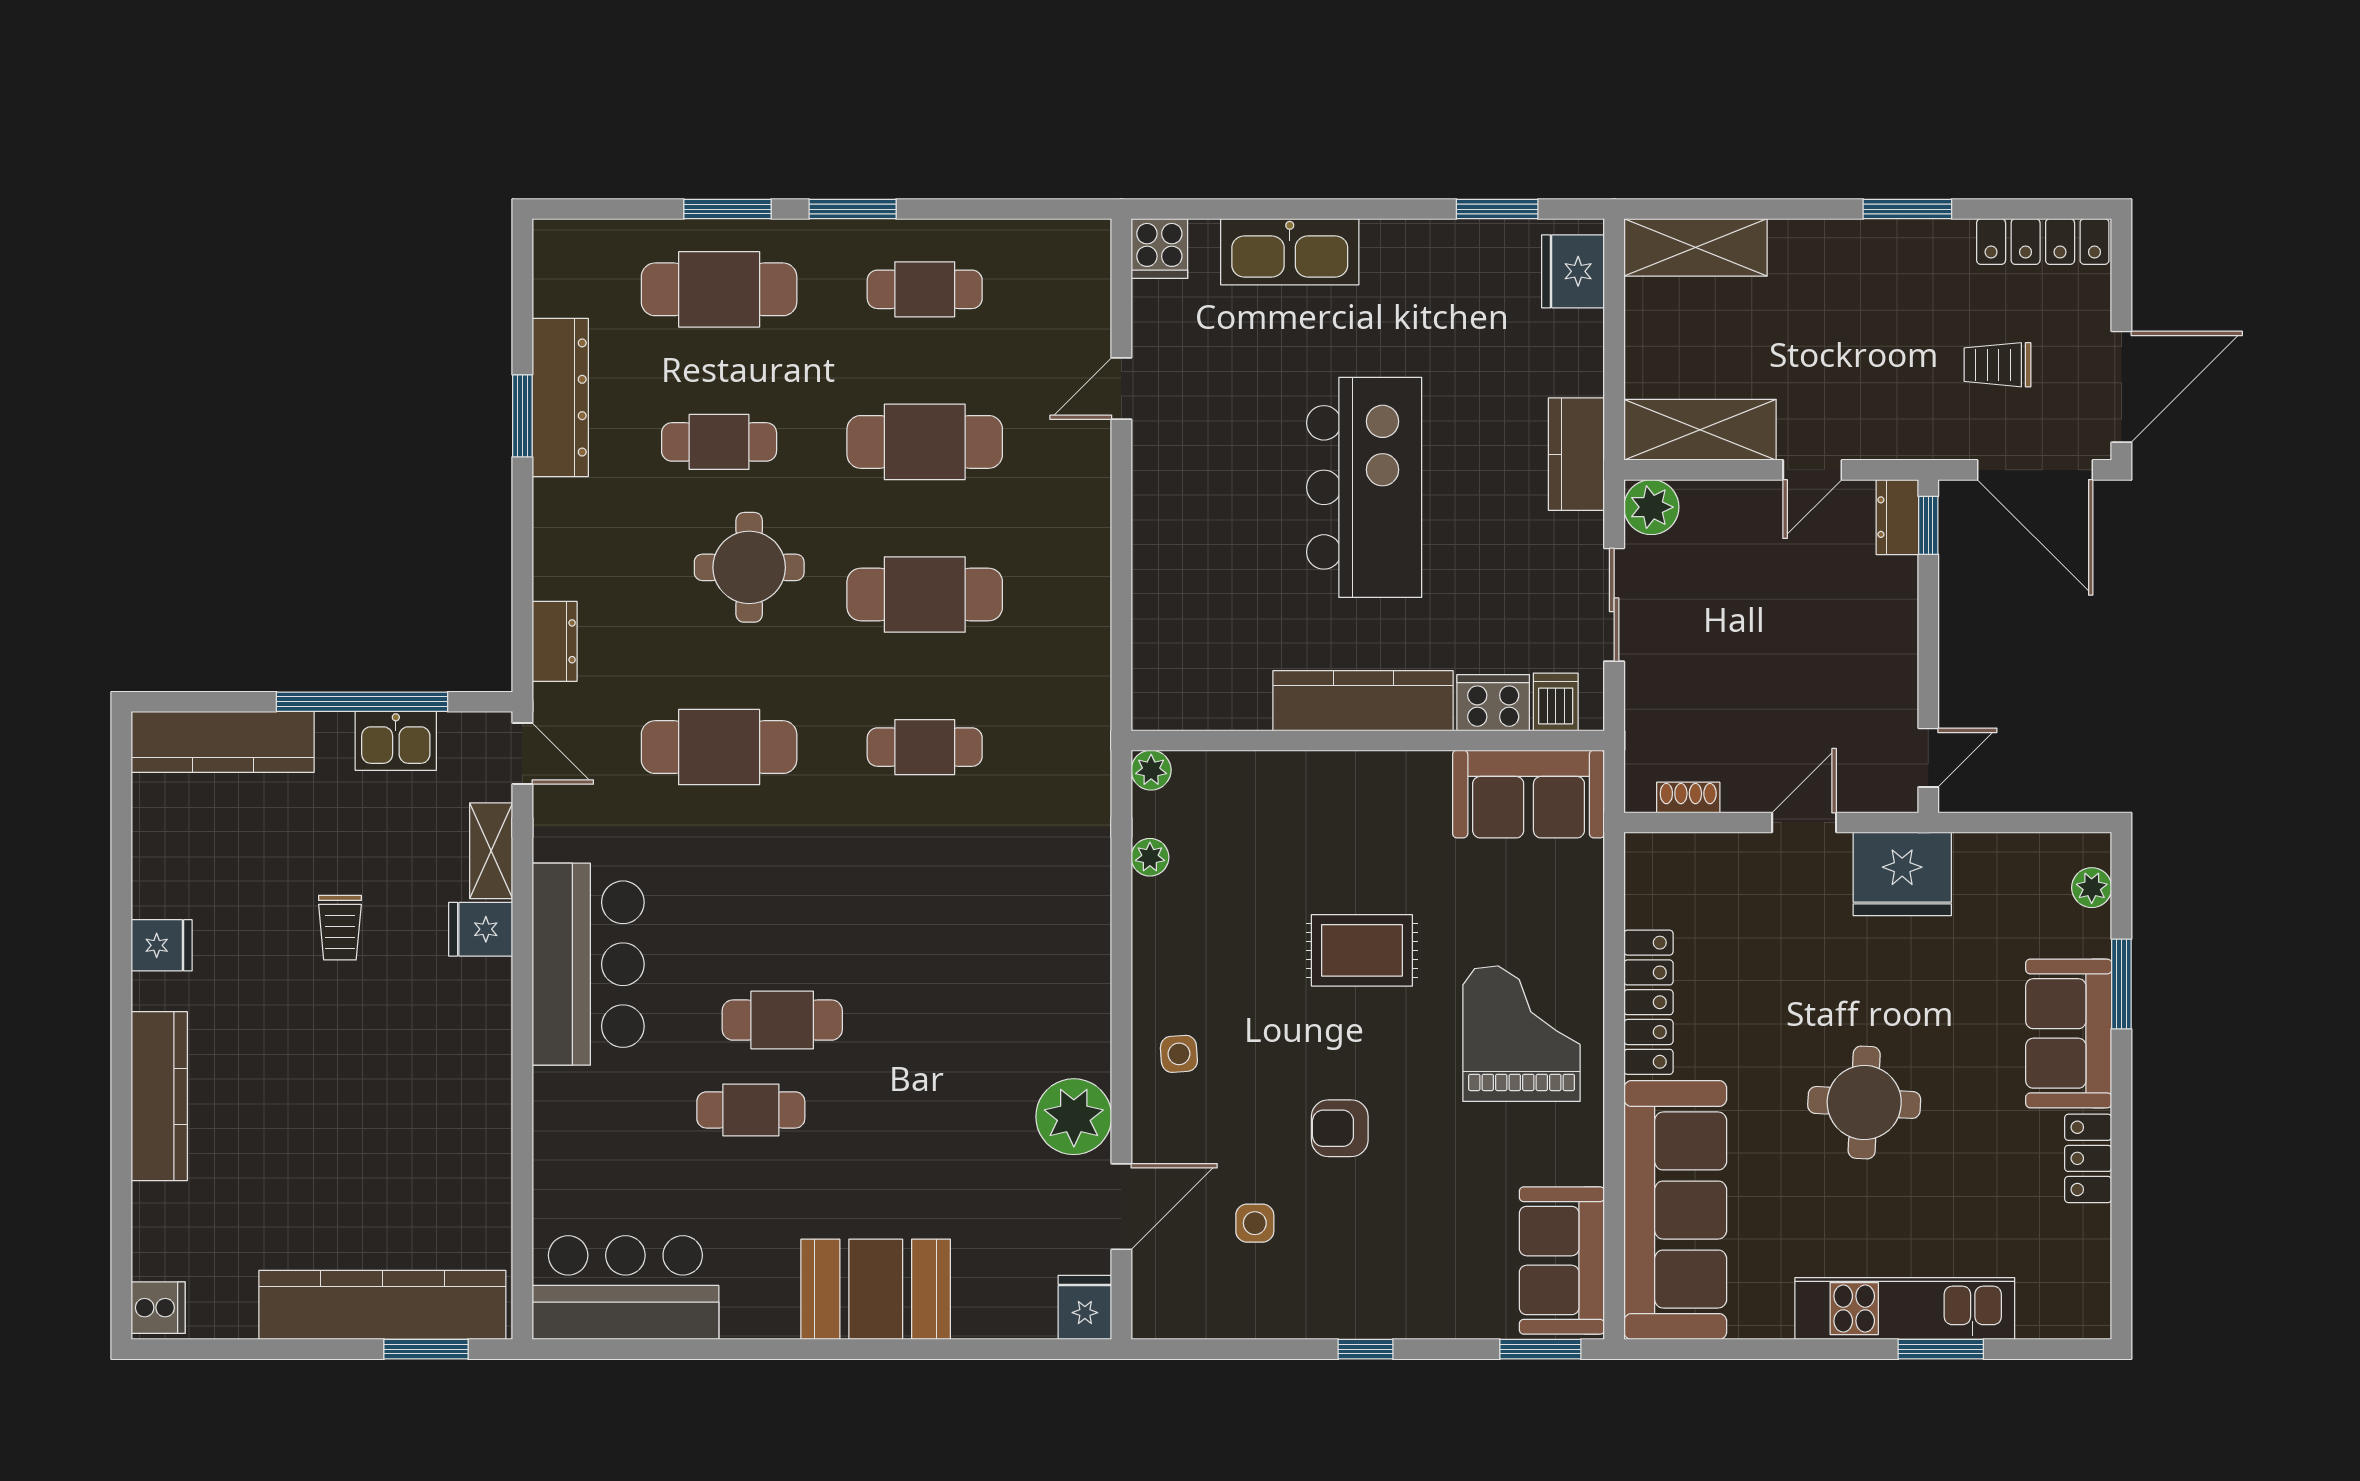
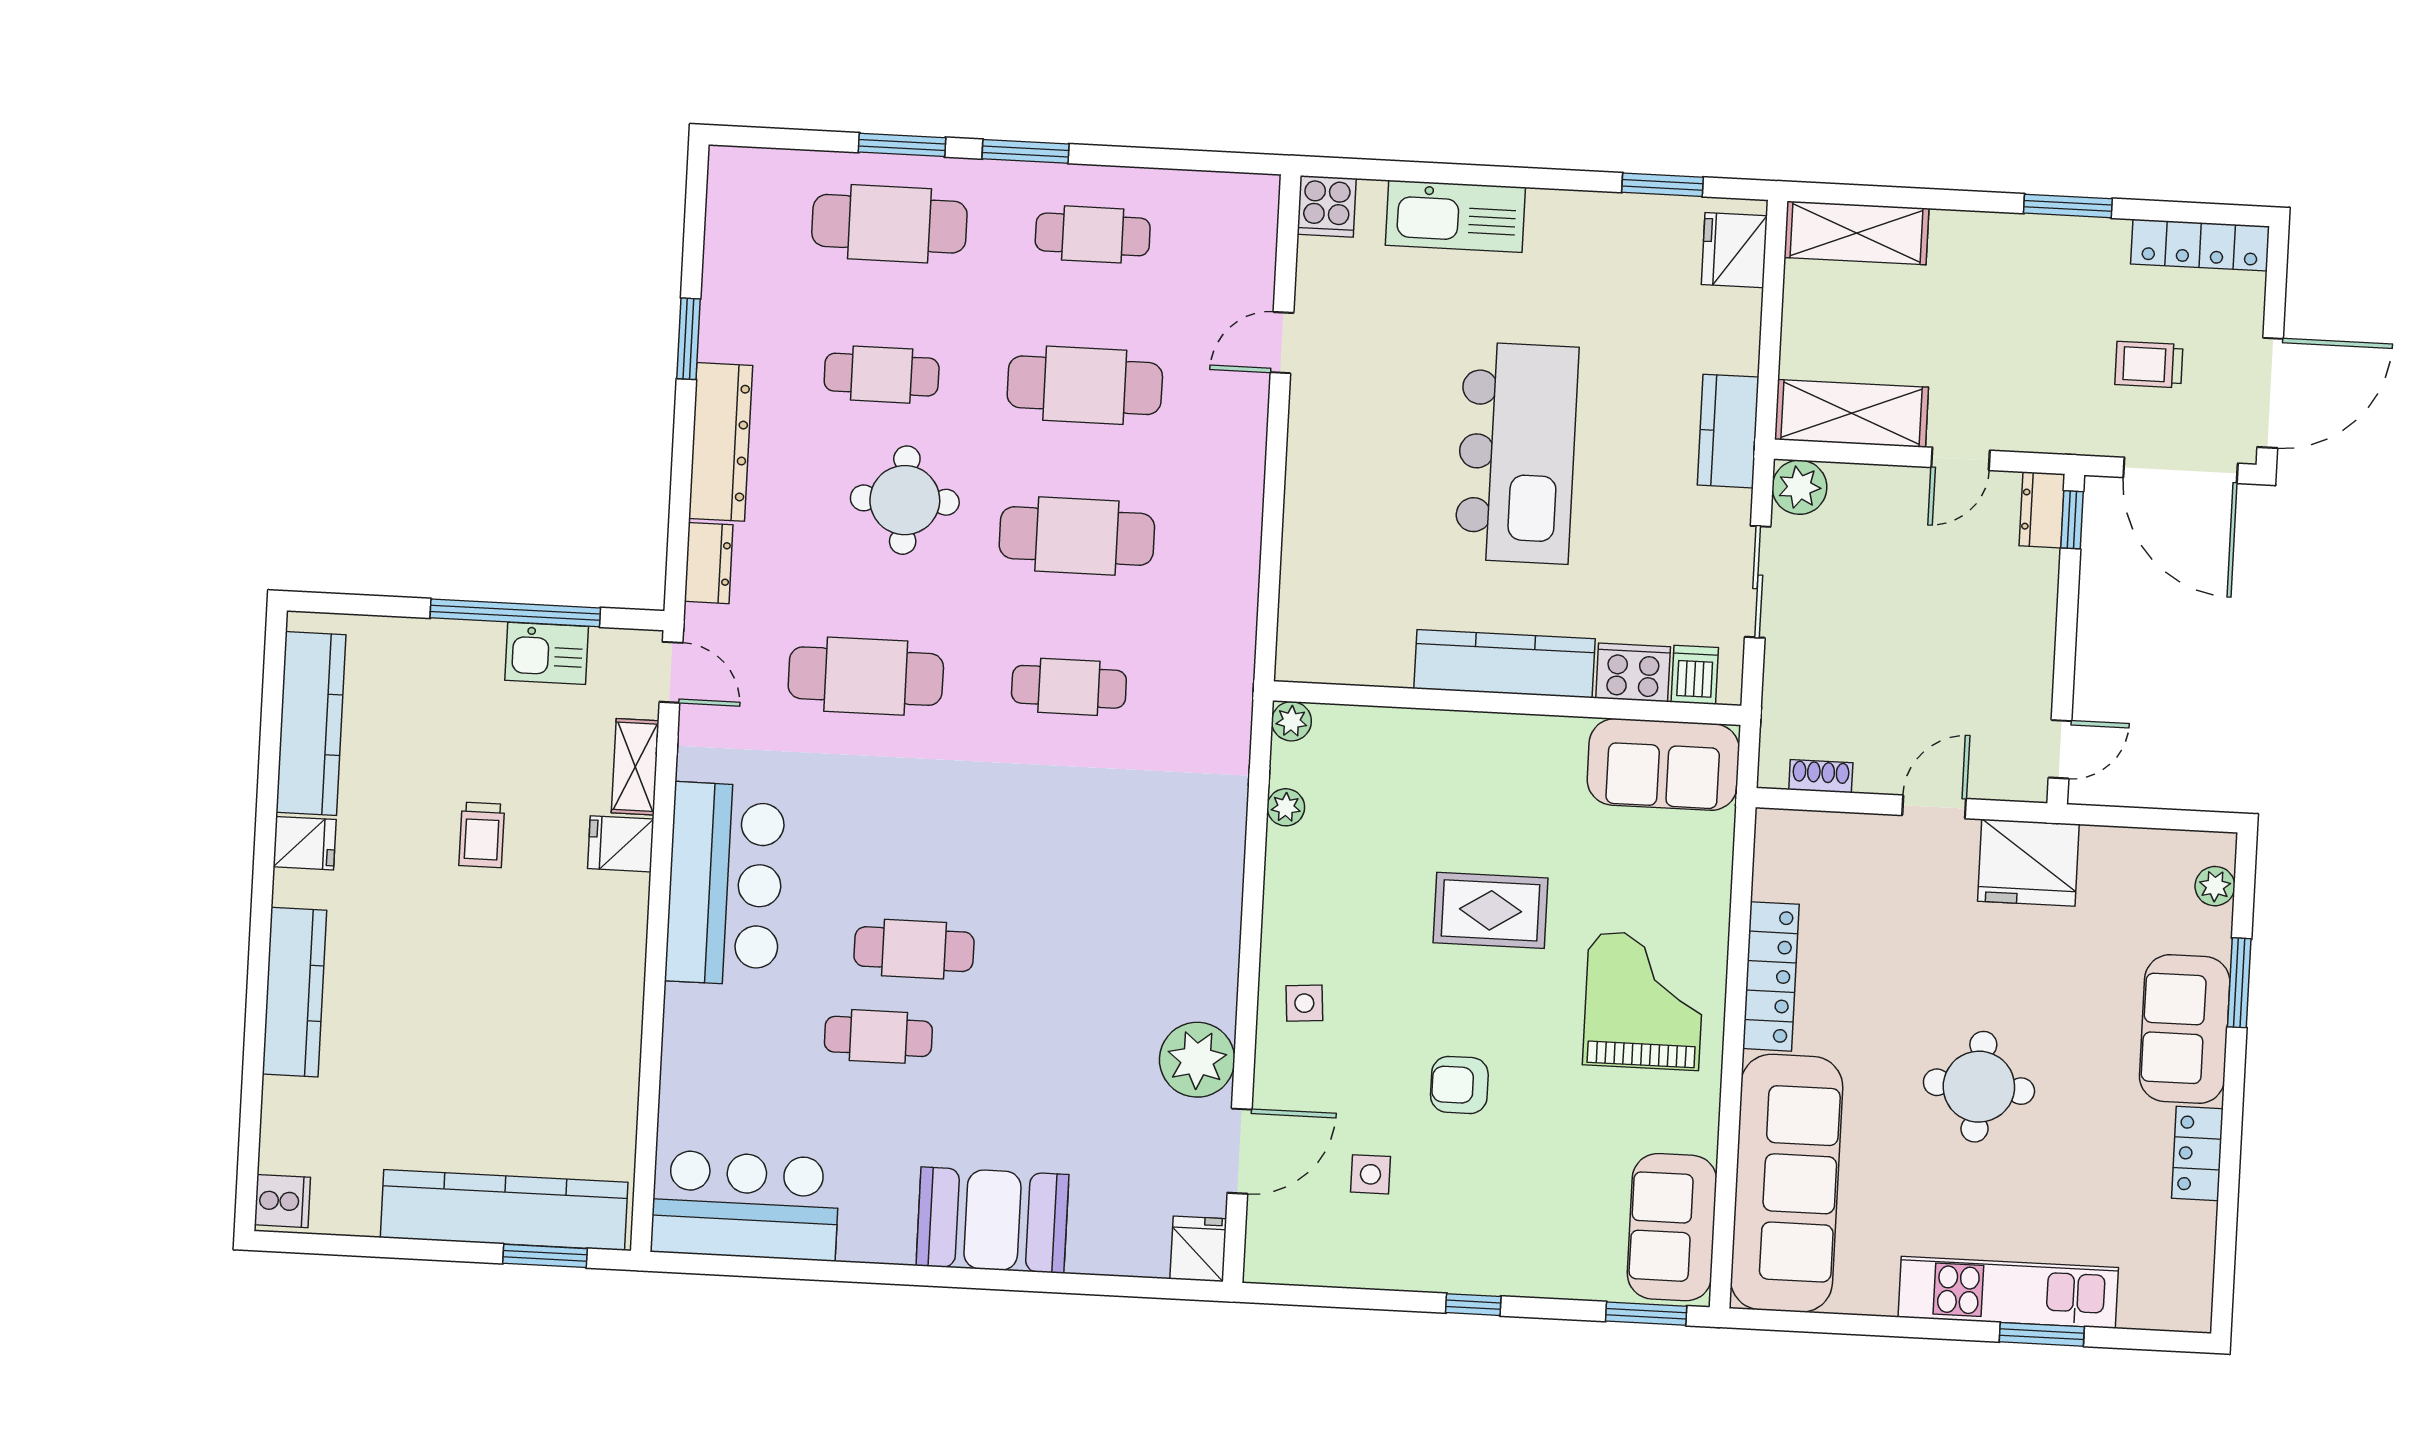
dresser: (560, 397) -> (721, 442), moved
kitchen counter: (223, 742) -> (311, 724), moved, turned -90

